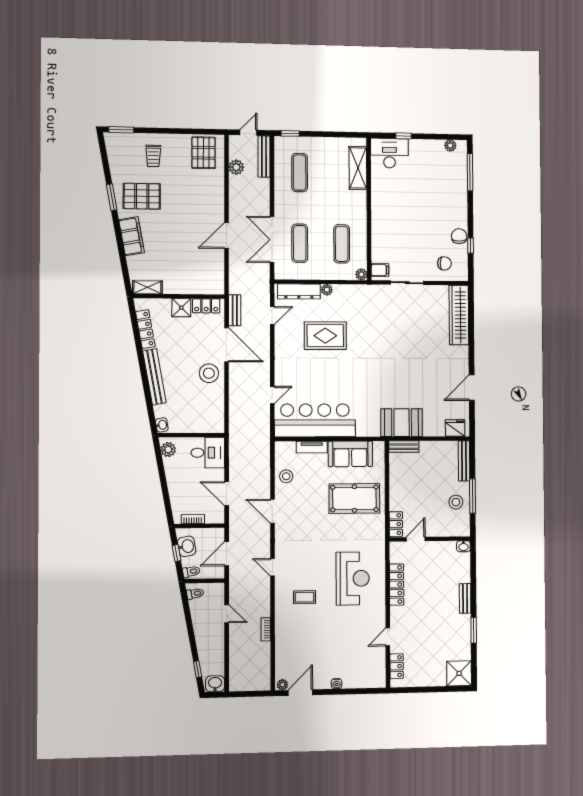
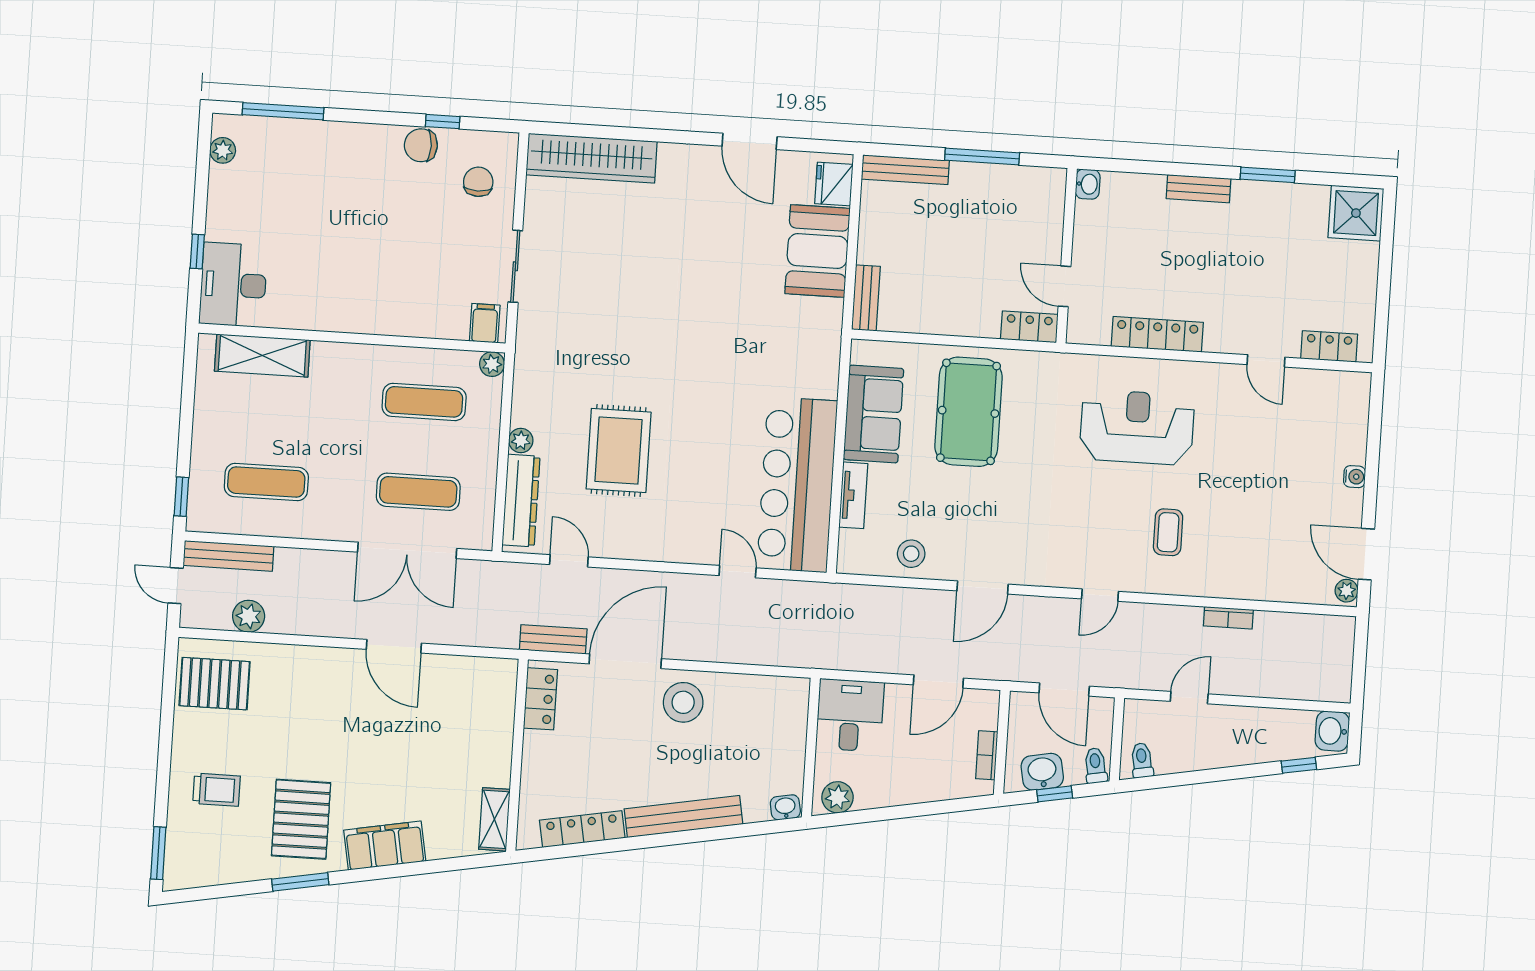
shower: (181, 308) -> (541, 751), removed
booth: (402, 423) -> (818, 251), moved
stool: (456, 502) -> (992, 194), removed

